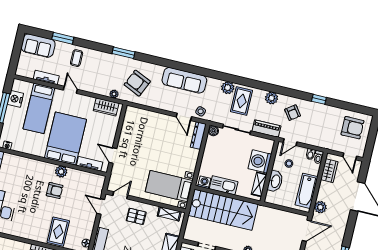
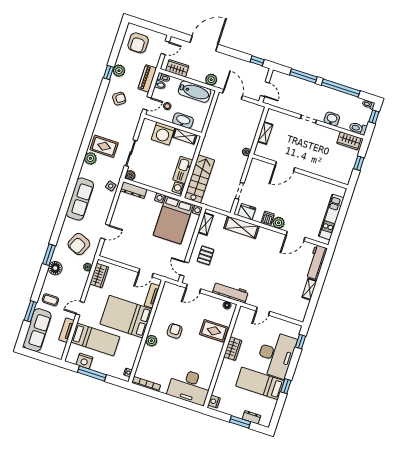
sofa: (38, 46) -> (37, 330), width x1.36
floor lamp: (110, 60) -> (55, 268), added
plant: (272, 98) -> (119, 71), moved
door: (184, 117) -> (105, 232), moved
armchair: (352, 128) -> (138, 43), turned 180
piano: (266, 129) -> (147, 78), moved
door: (290, 142) -> (147, 103), hinge flipped
plant: (61, 172) -> (151, 341), moved
bed with nightstands: (169, 186) -> (173, 220), width x1.36
stairs: (223, 210) -> (199, 179), width x0.73, depth x0.66

